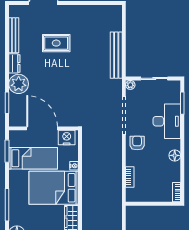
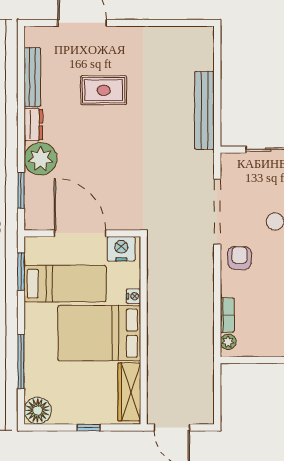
plant: (130, 85) -> (228, 342), moved

